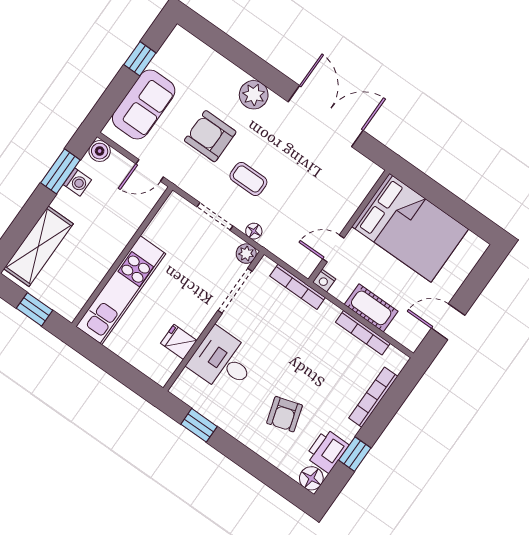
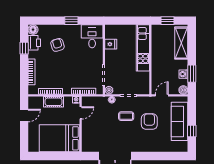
plant: (254, 95) -> (144, 146), removed
sofa: (144, 105) -> (180, 121), width x1.36
armchair: (210, 136) -> (149, 122), turned -90
desk: (223, 361) -> (92, 36), moved, turned -90
window: (199, 425) -> (71, 21), moved

